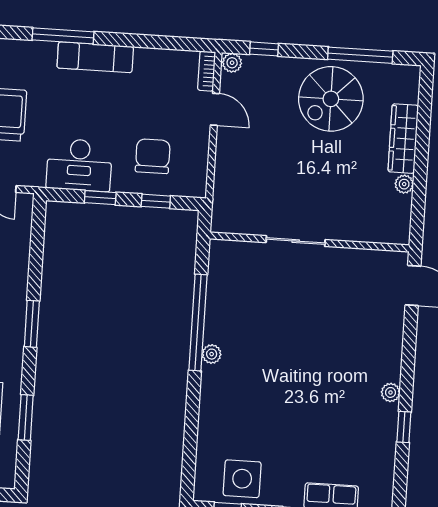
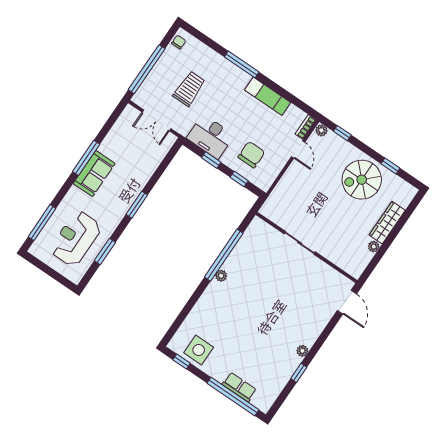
window: (360, 55) -> (390, 166), width x0.46
exam couch: (95, 57) -> (268, 96), moved

